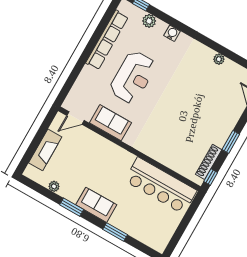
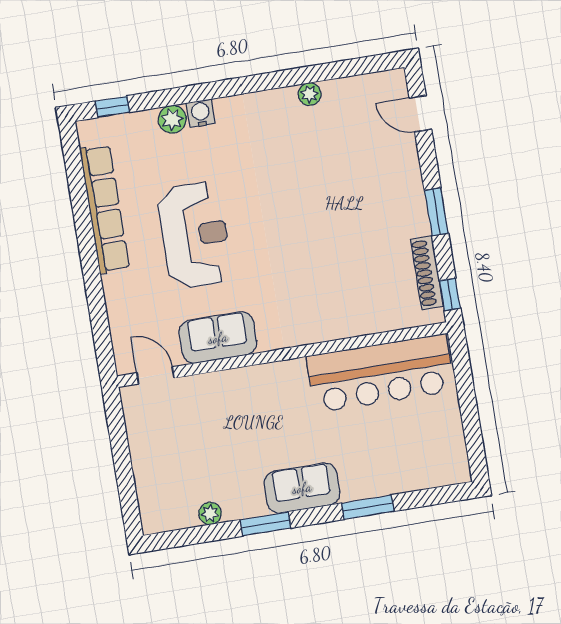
plant: (149, 21) -> (172, 119), moved
door: (75, 118) -> (155, 375), swing flipped
fireplace: (45, 150) -> (148, 466), removed

